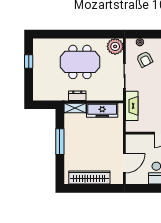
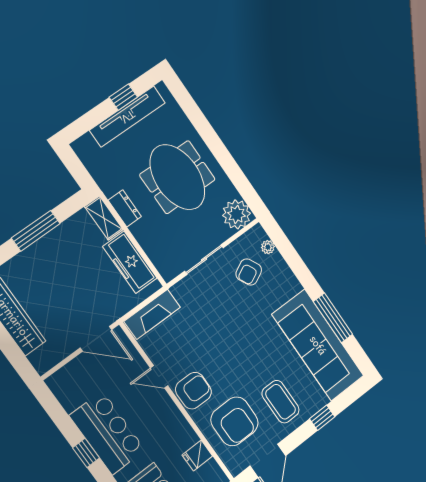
tv unit: (38, 66) -> (128, 117), added
fireplace: (132, 106) -> (152, 314), moved
door: (124, 163) -> (96, 339), moved

